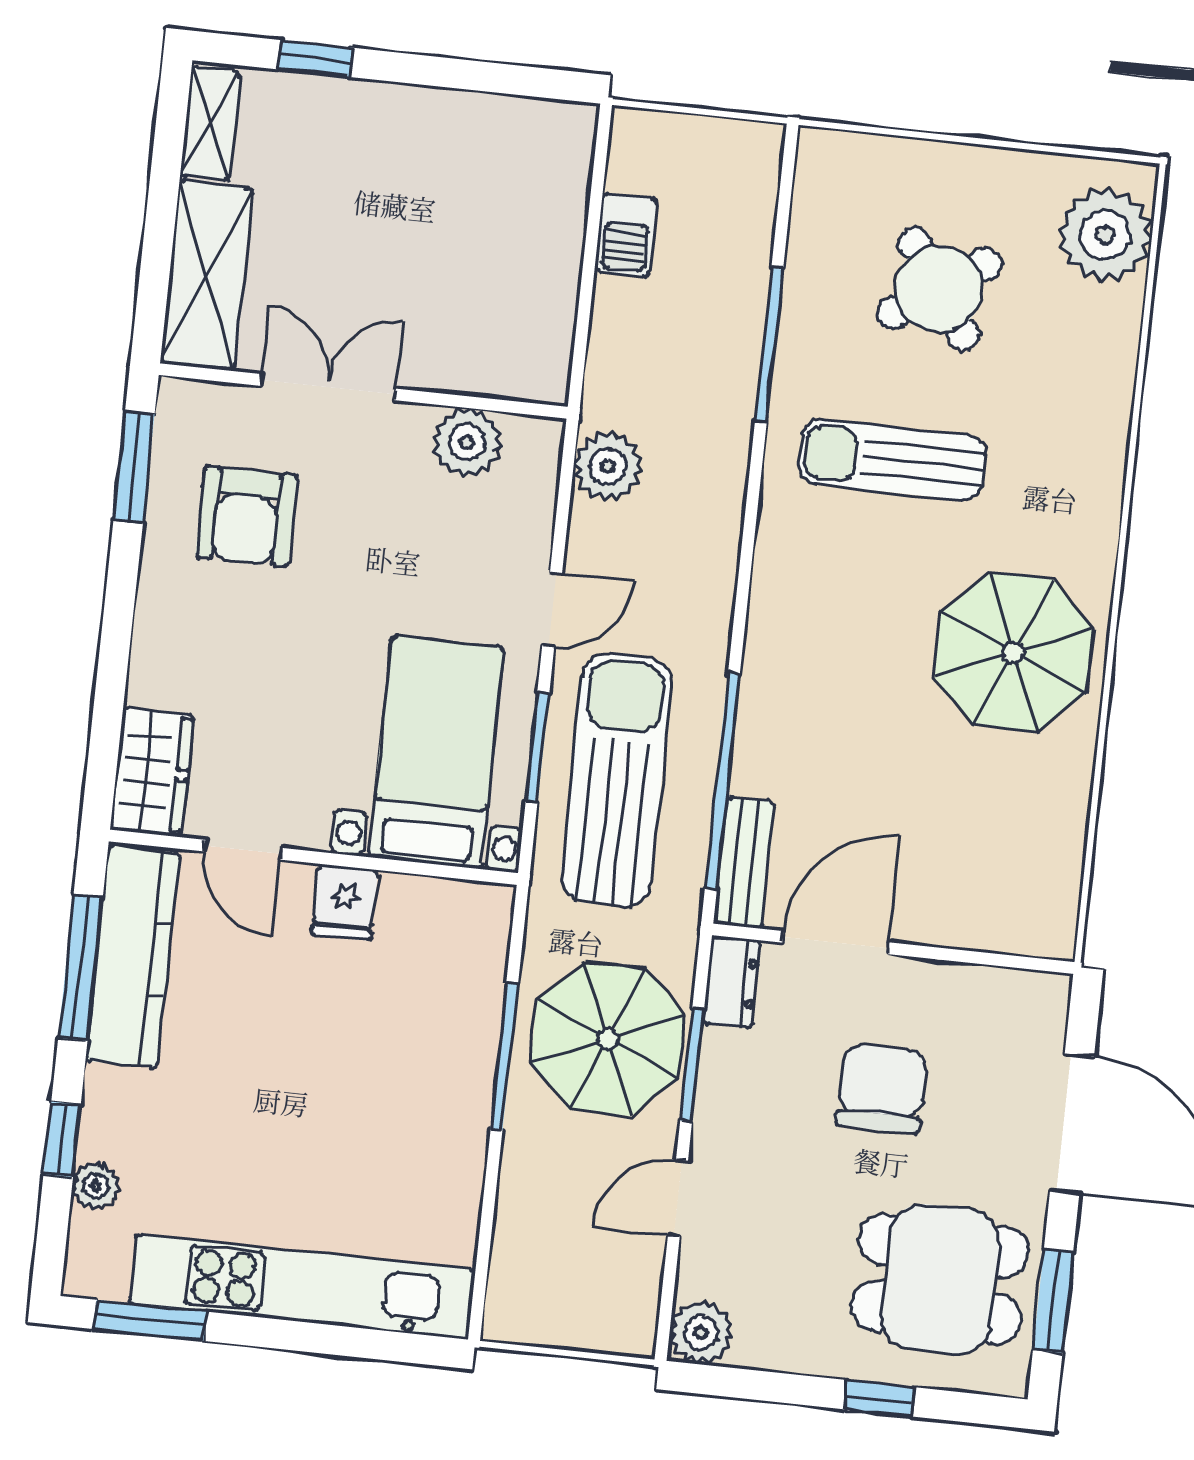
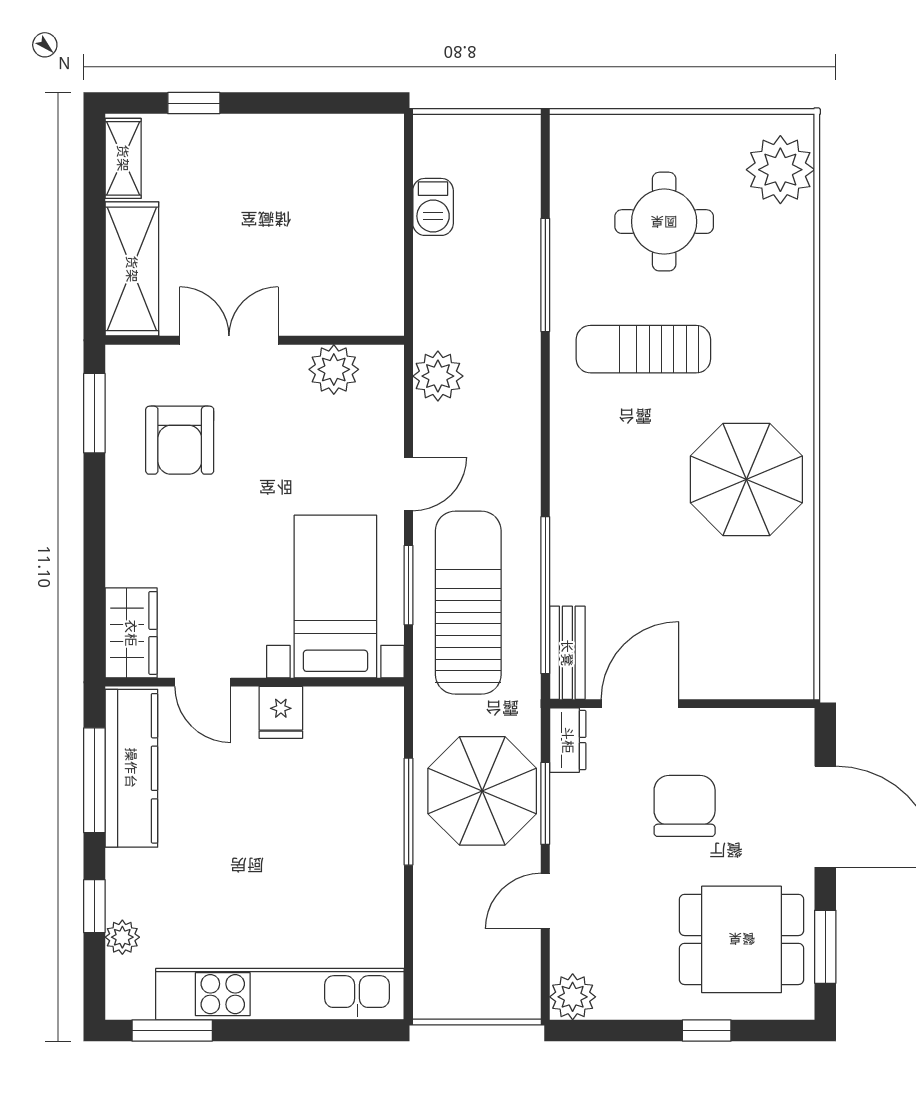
round table: (939, 289) -> (664, 222), turned 34

